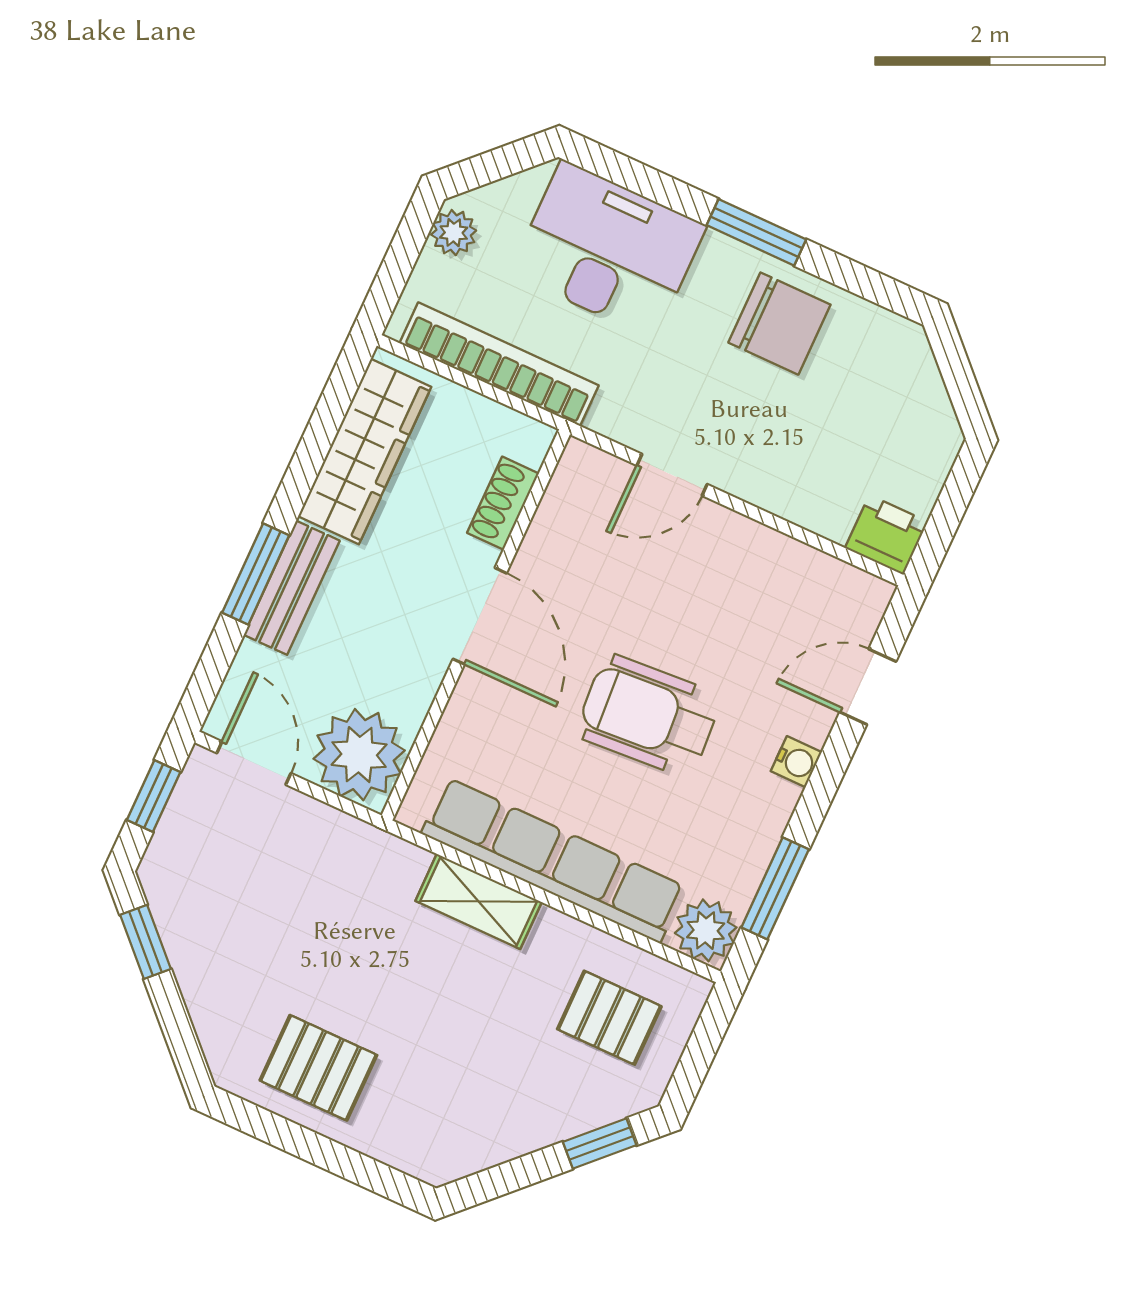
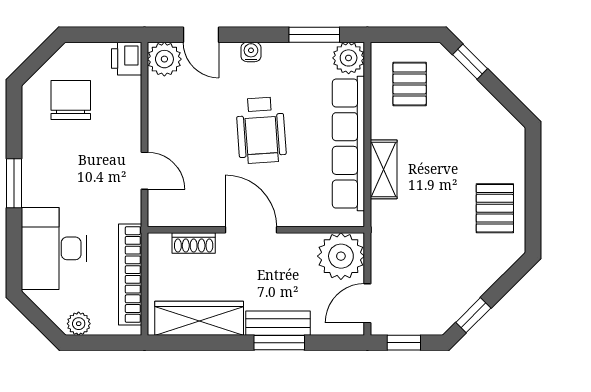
chair: (779, 324) -> (71, 100), moved
plant: (854, 602) -> (164, 59), added
door: (480, 616) -> (251, 230), hinge flipped

